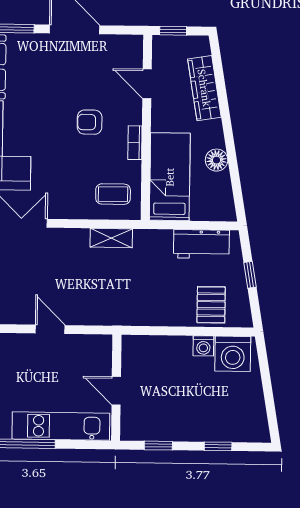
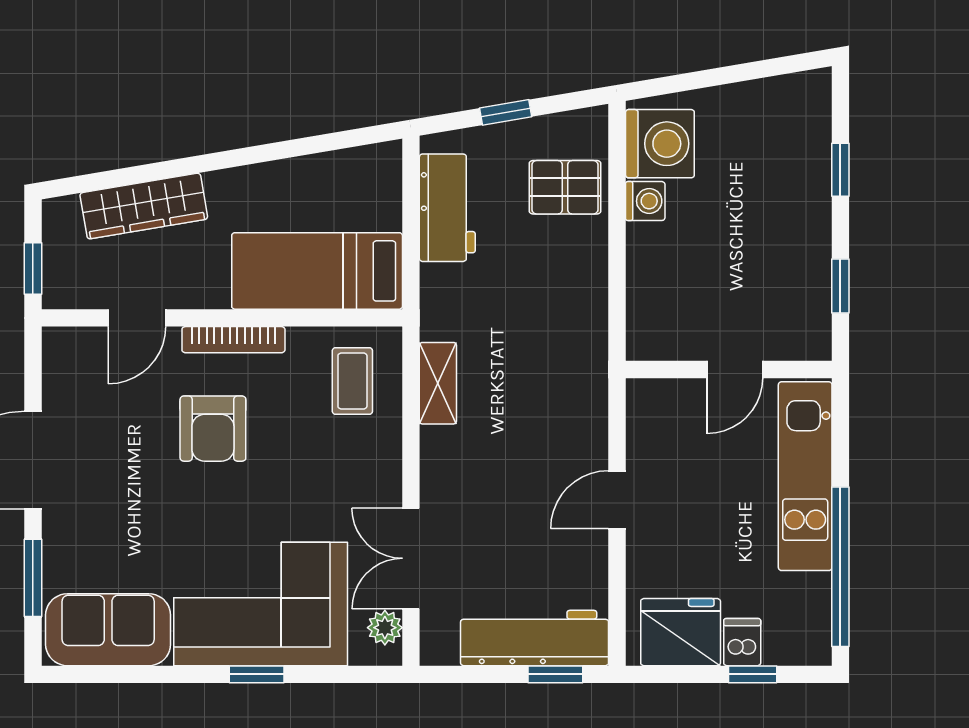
armchair: (90, 122) -> (213, 429), width x1.38, depth x1.38
bookcase: (135, 143) -> (233, 340), width x1.56
floor lamp: (217, 160) -> (283, 181), removed

